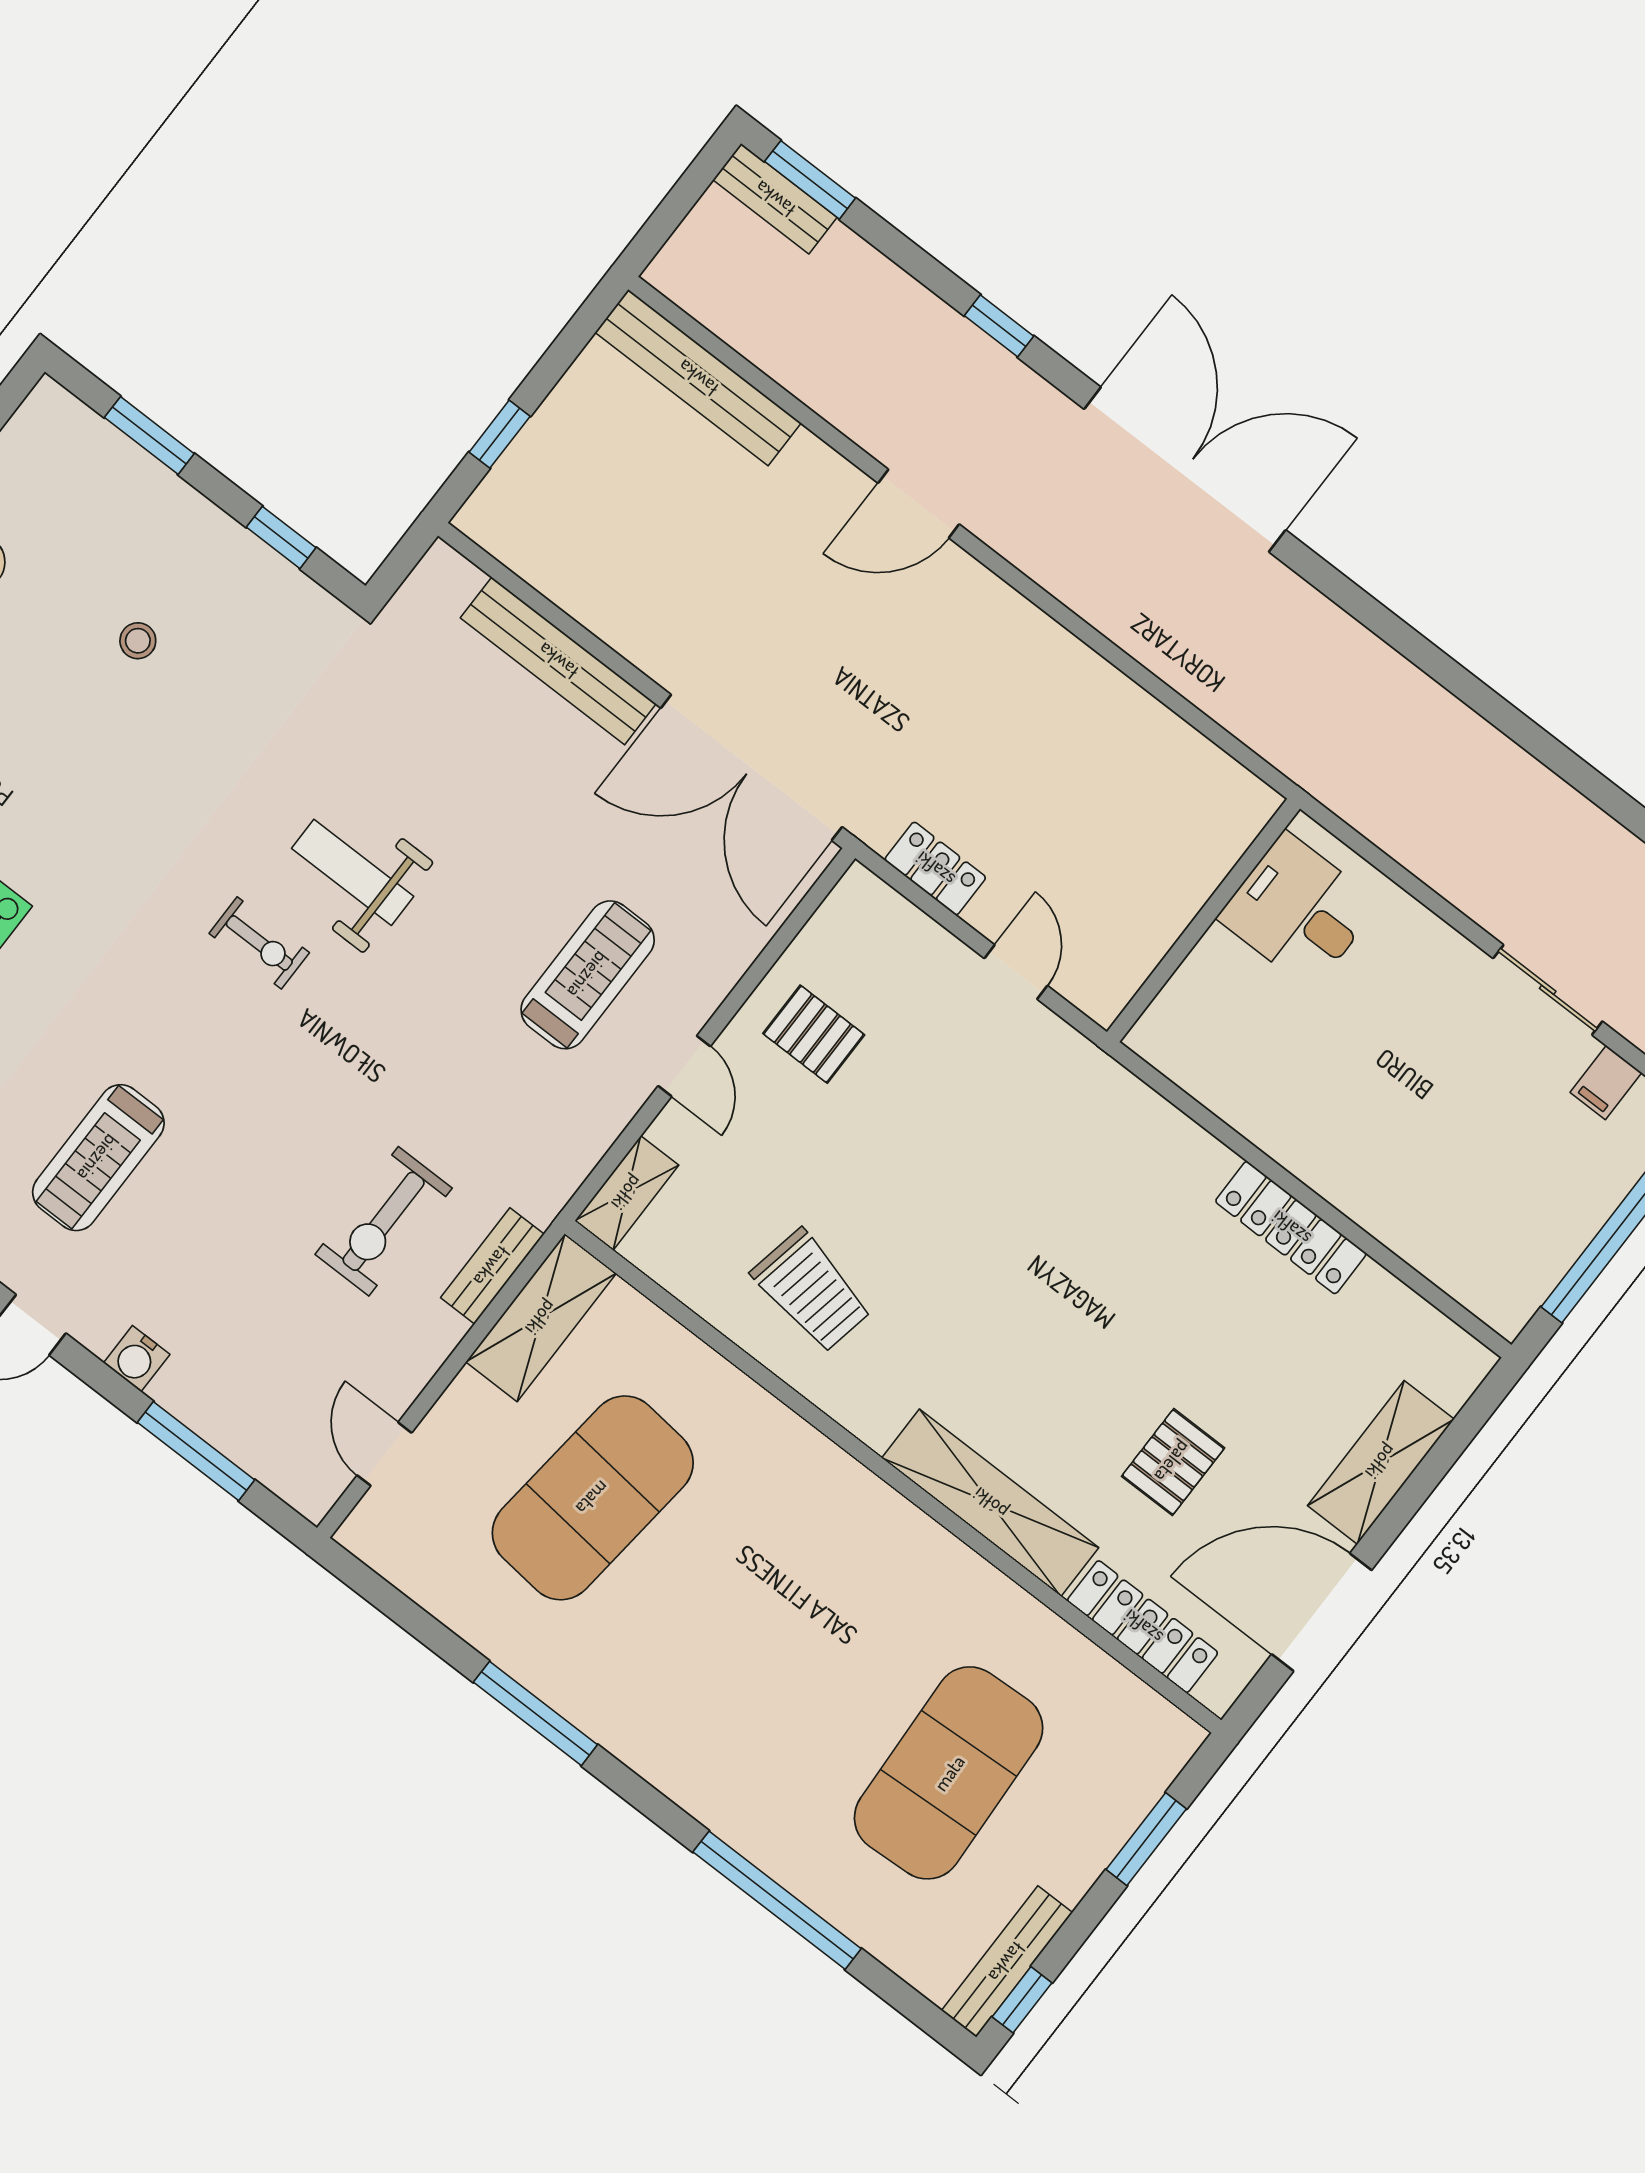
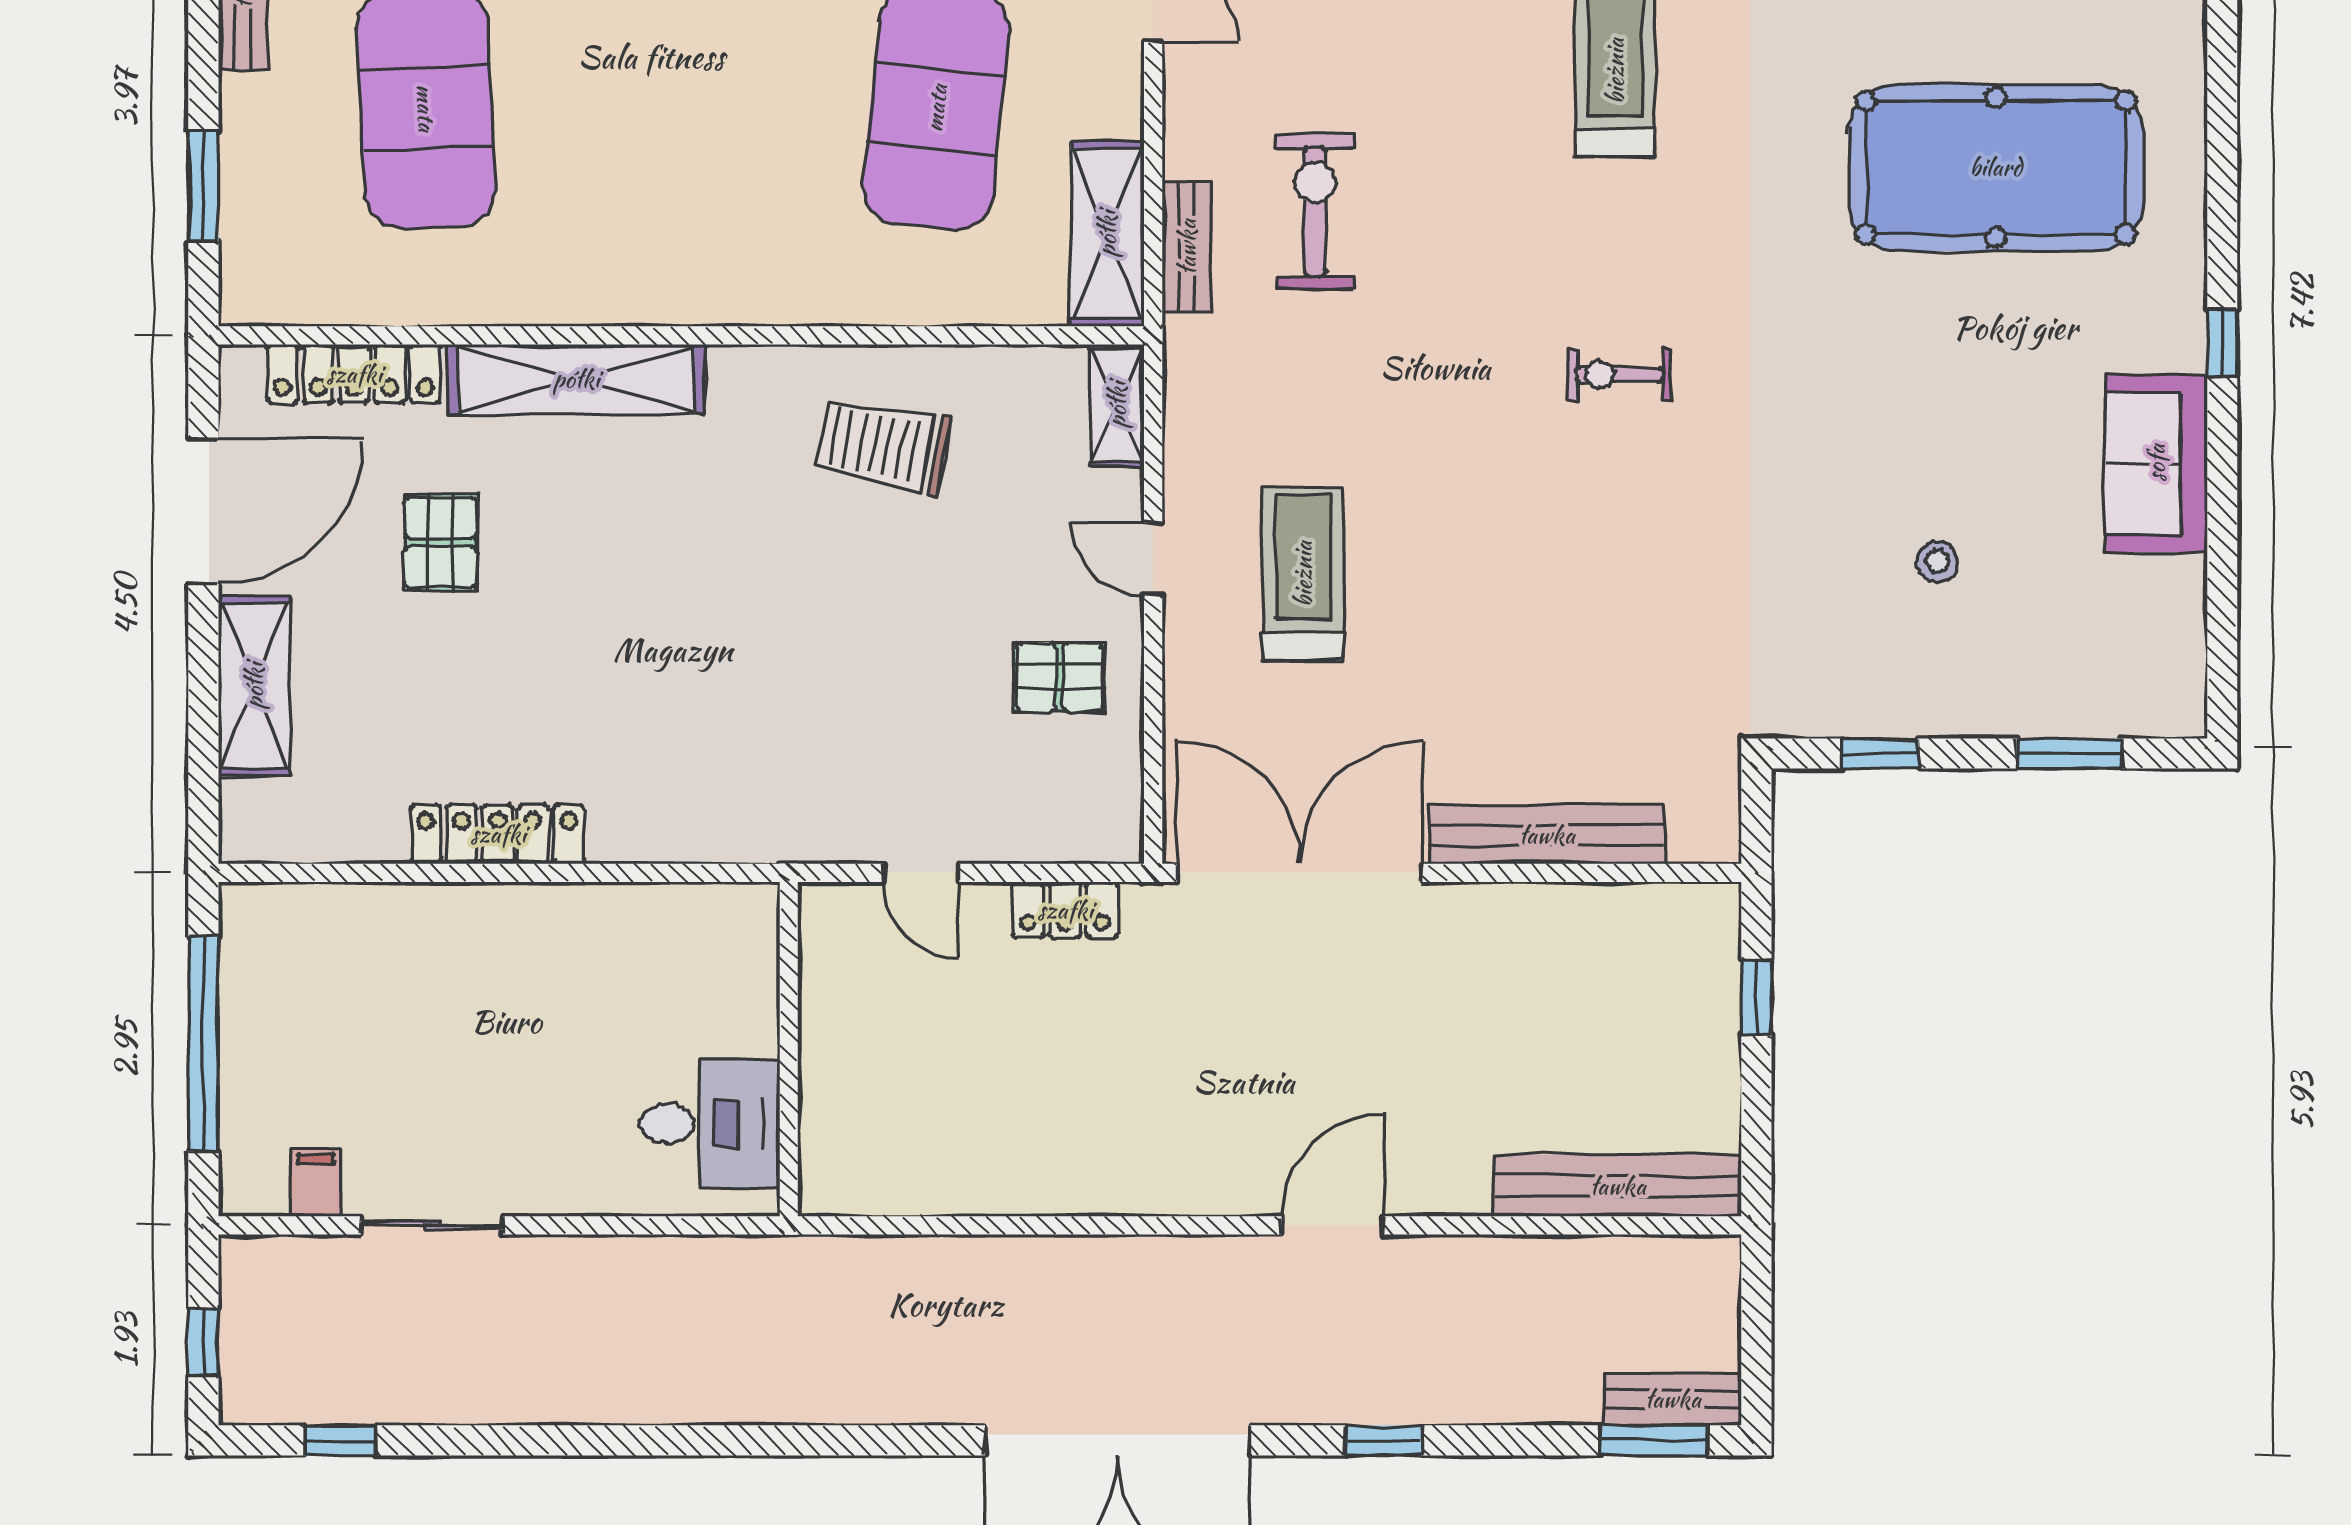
weight bench: (353, 872) -> (1584, 503), removed
treadmill: (588, 975) -> (1303, 574), turned 180

